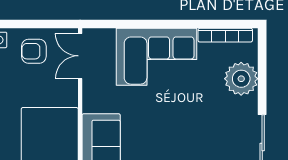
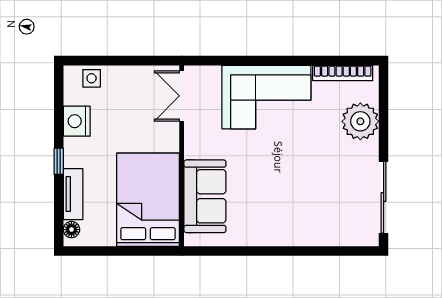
armchair: (34, 51) -> (130, 91), removed

